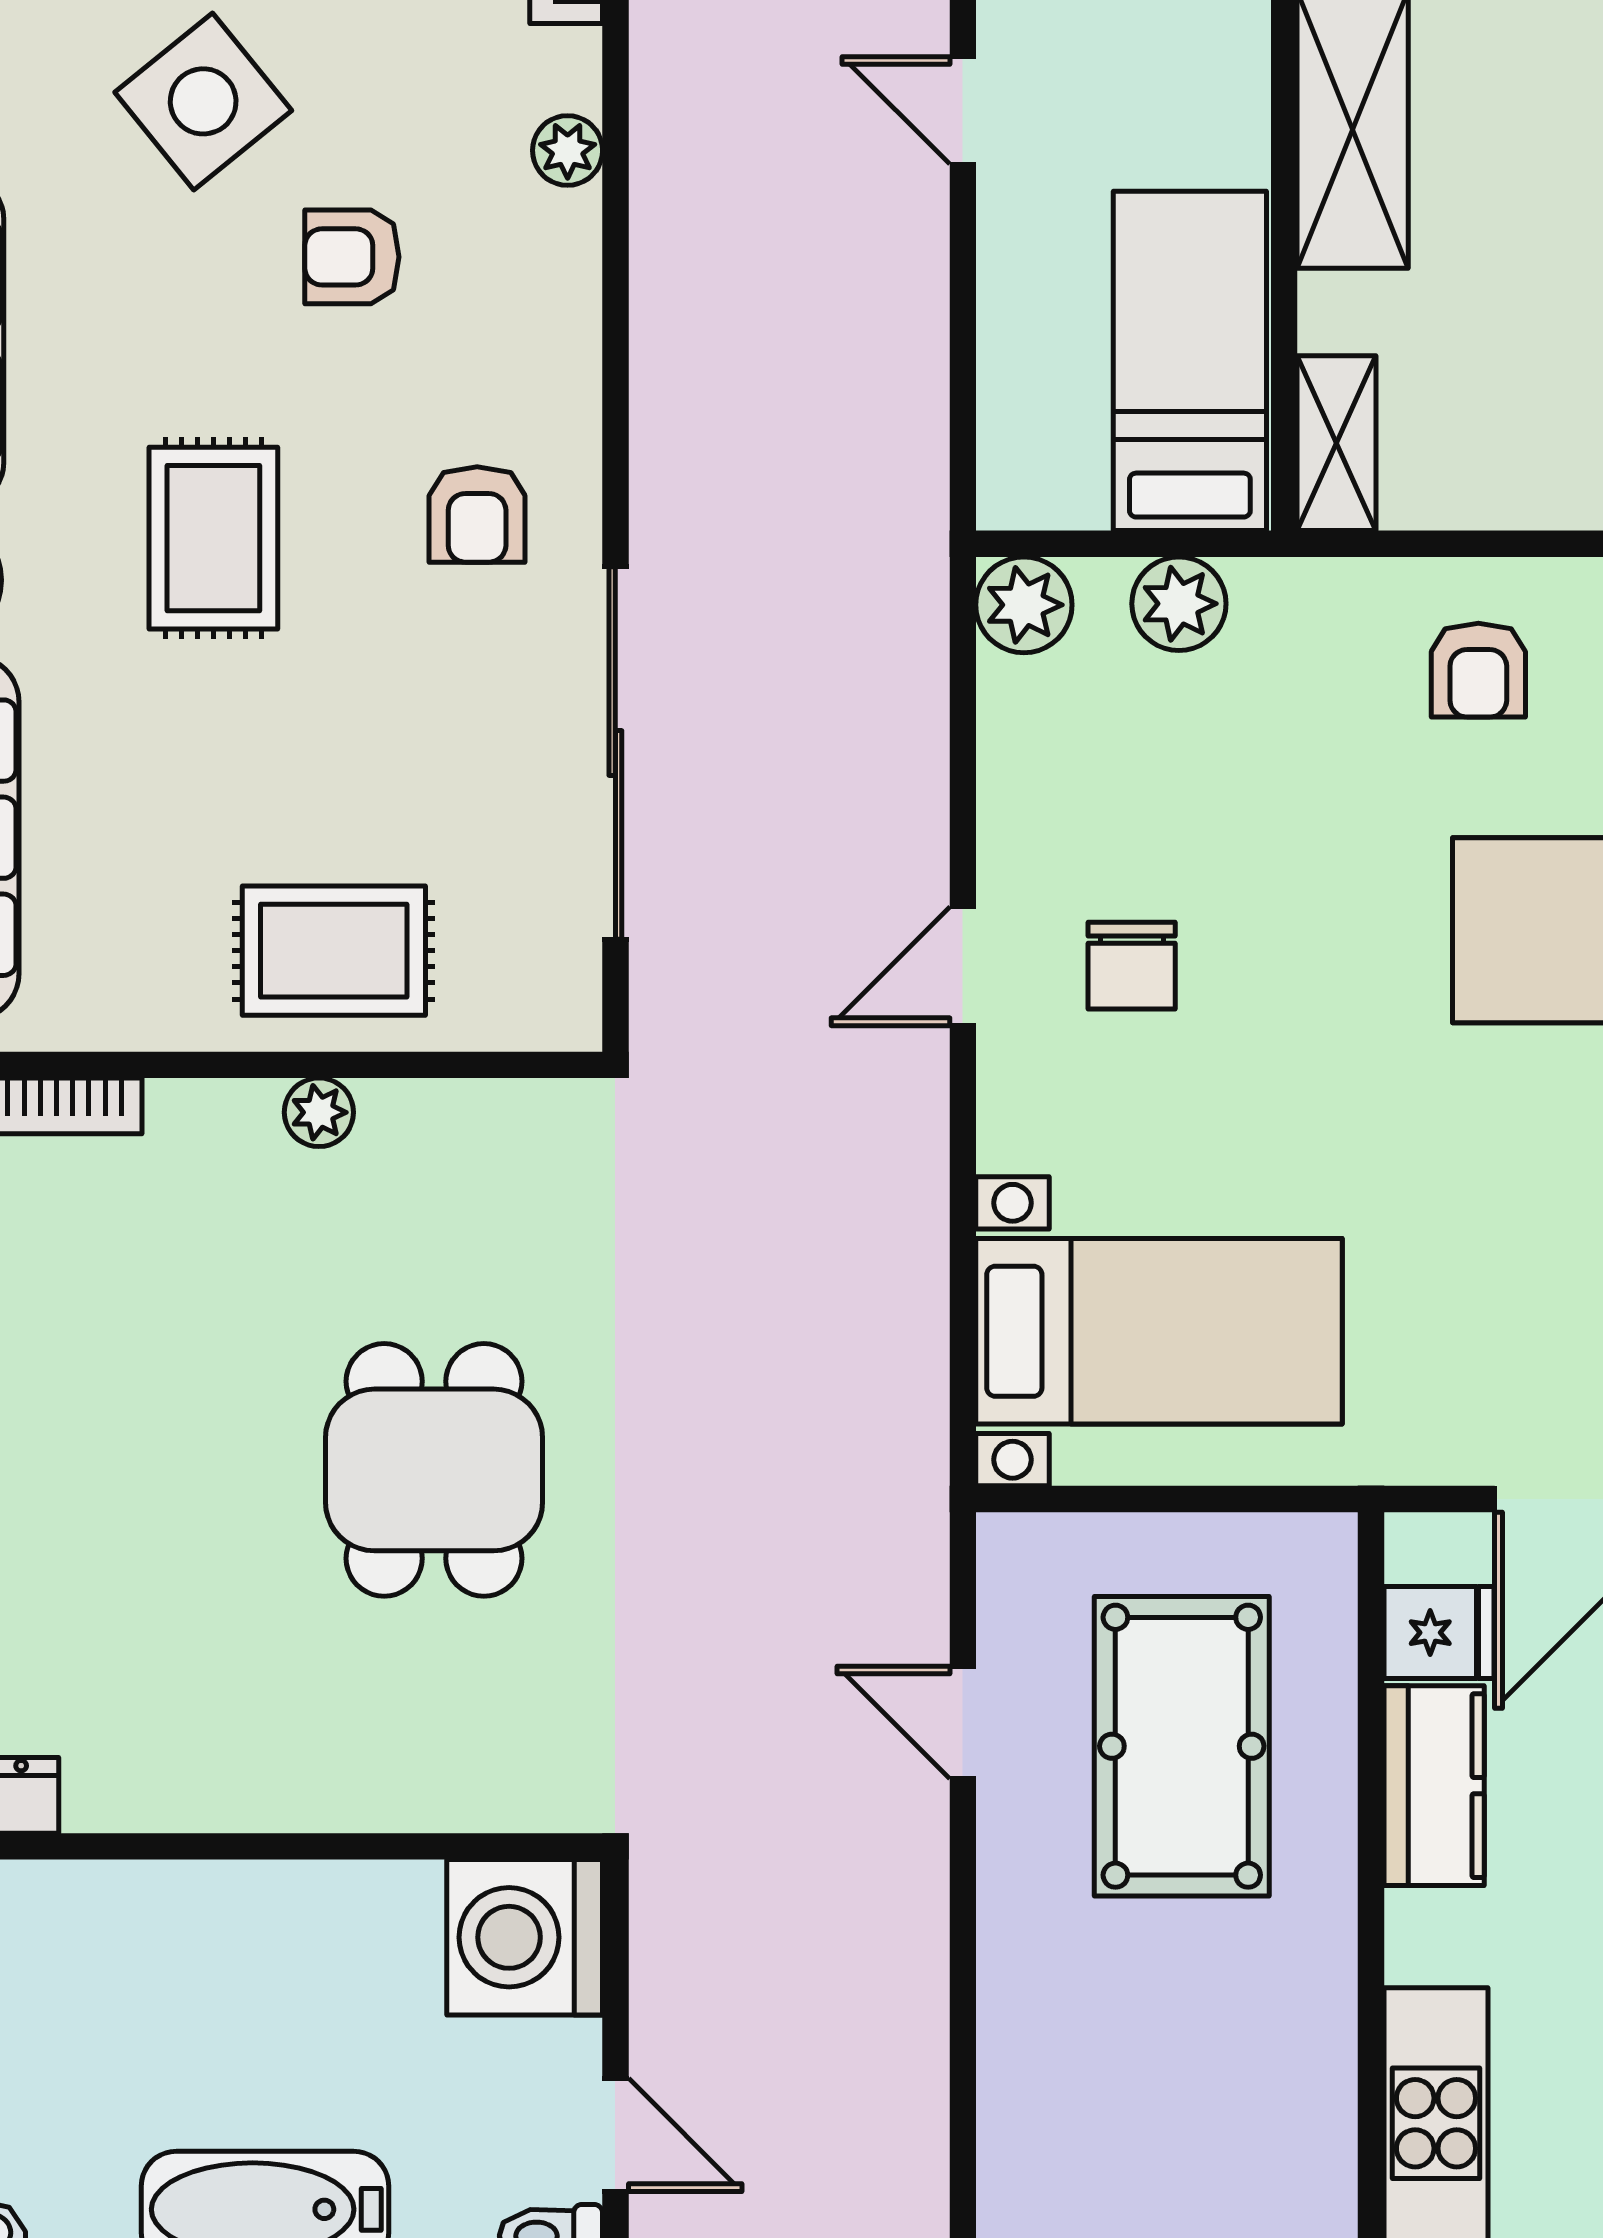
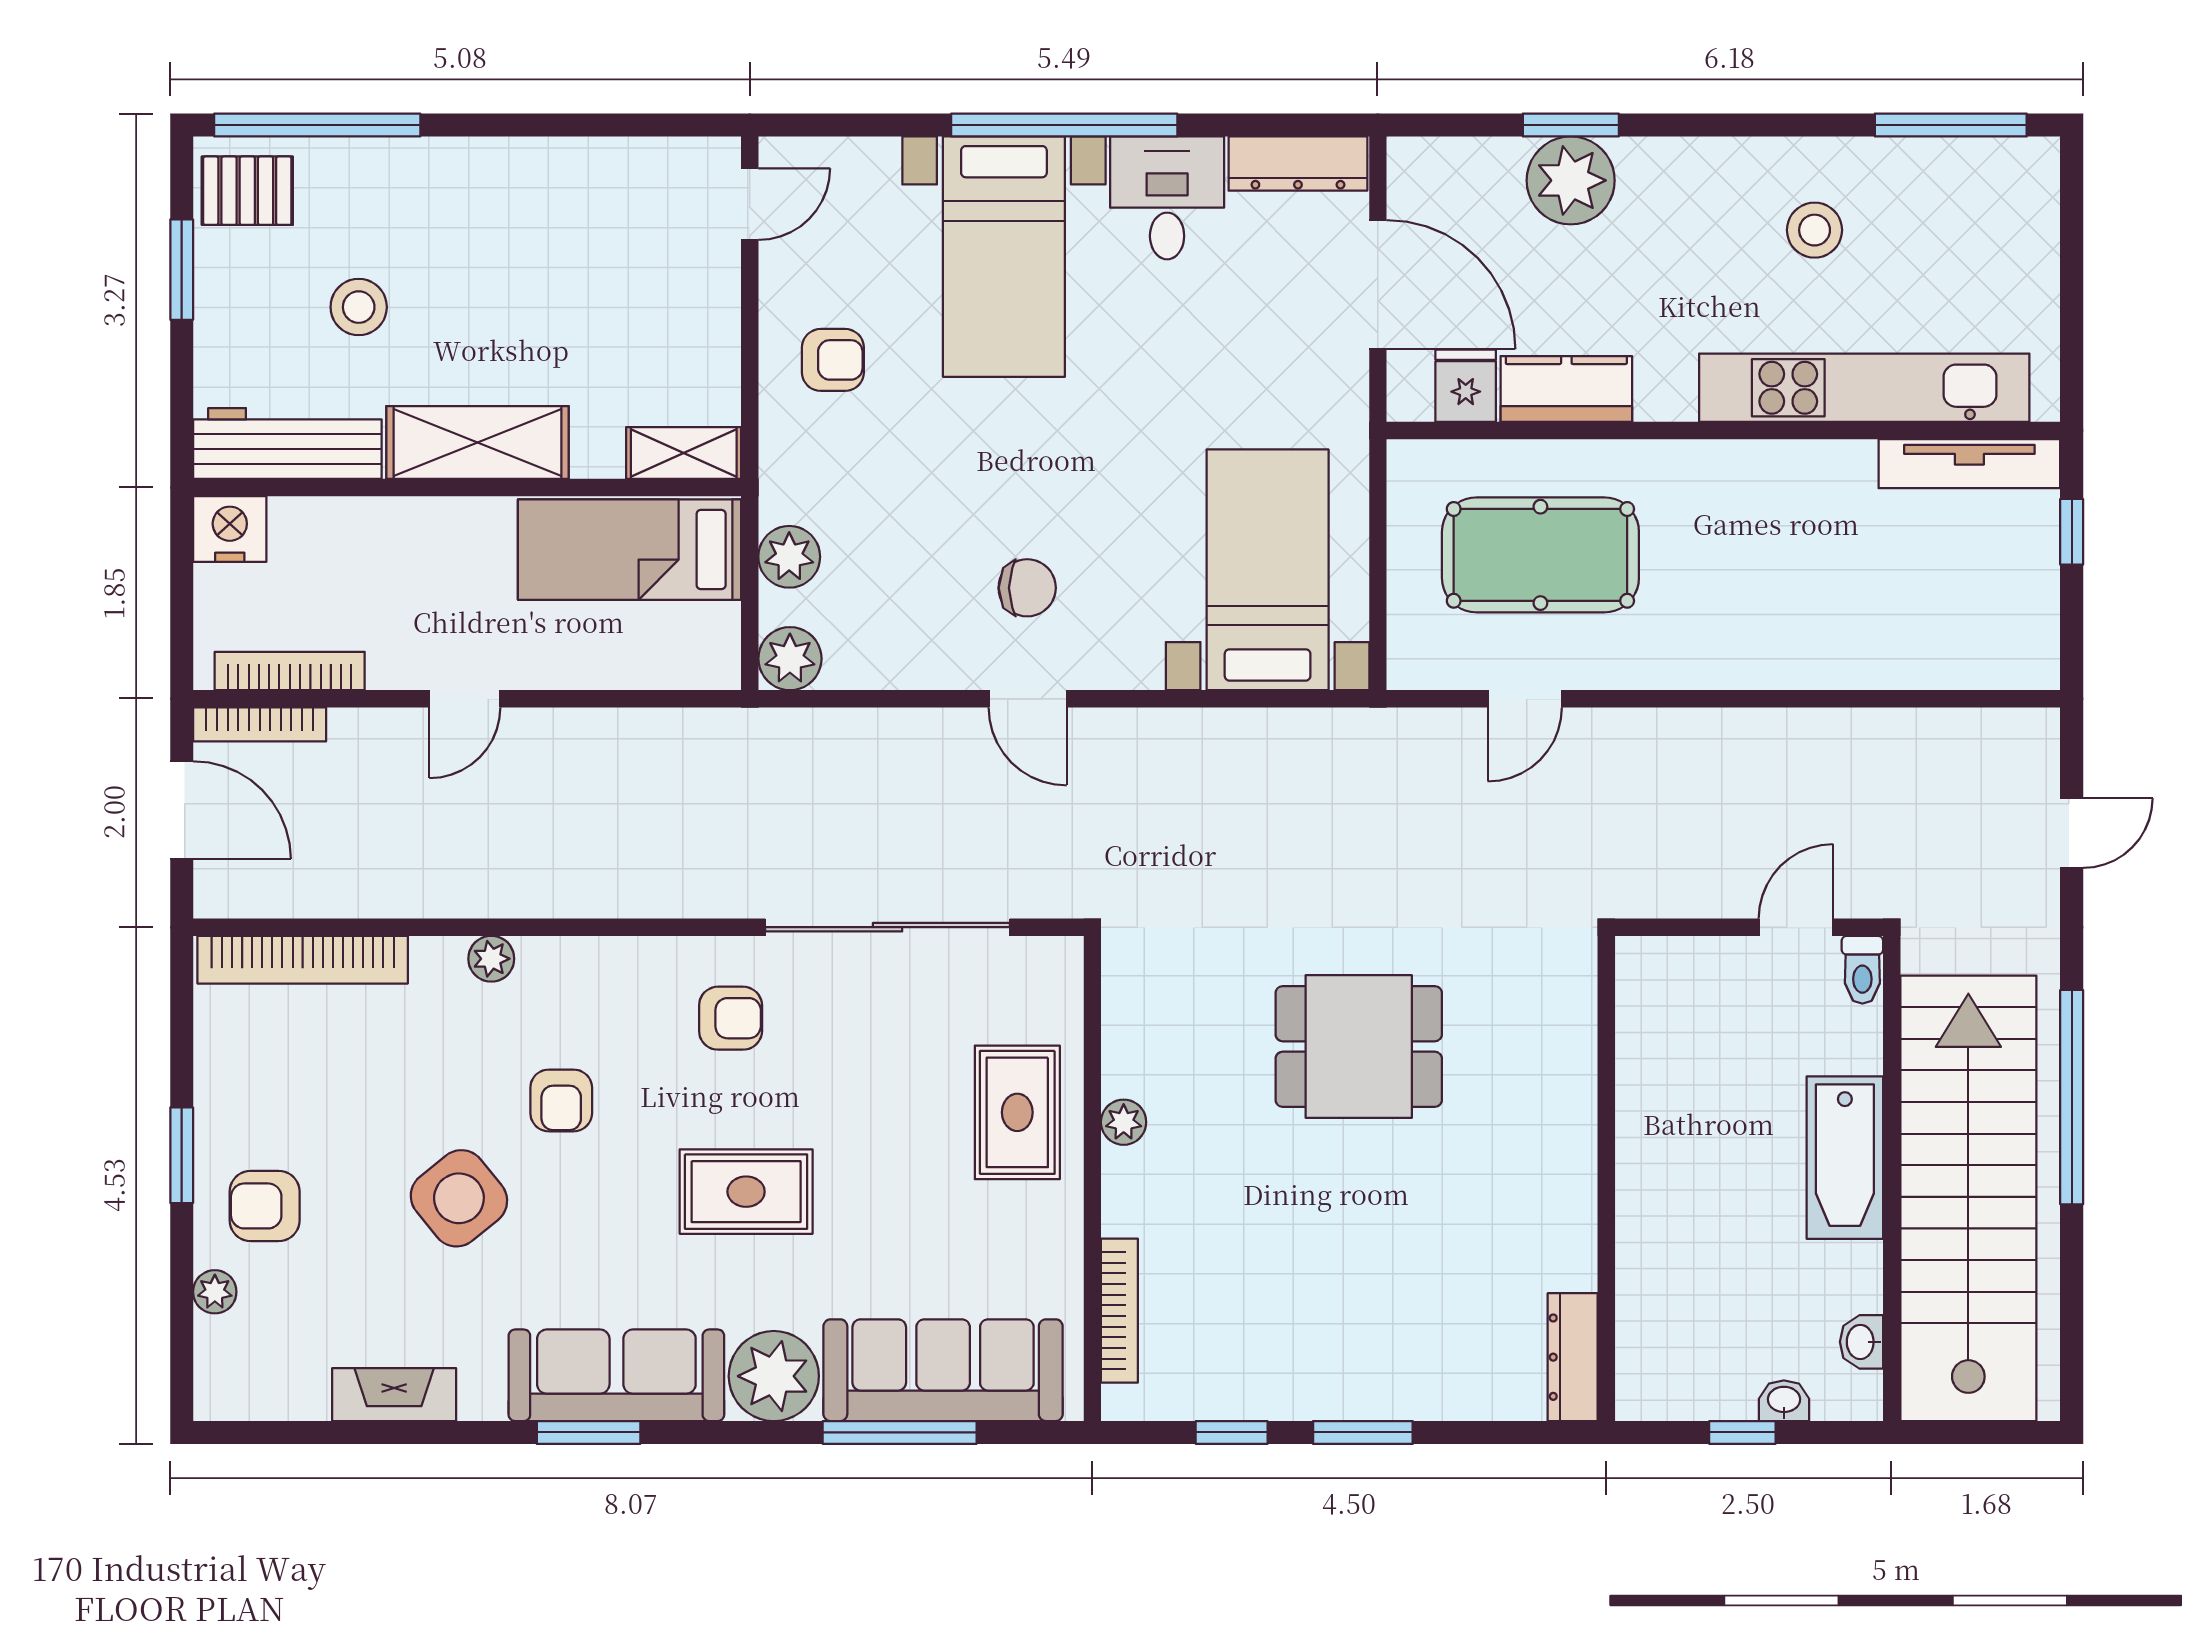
washing machine: (525, 1937) -> (1666, 987), removed

